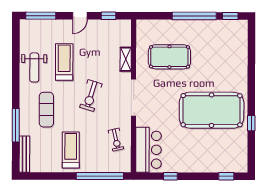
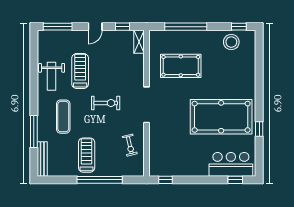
window: (194, 16) -> (186, 27), moved
stool: (222, 32) -> (231, 42), added
shelving: (126, 59) -> (139, 42), moved
exercise bike: (91, 96) -> (106, 103), turned -107
bar counter: (148, 150) -> (231, 164), moved, turned -90
window: (100, 176) -> (100, 180), moved
window: (170, 176) -> (165, 180), moved

